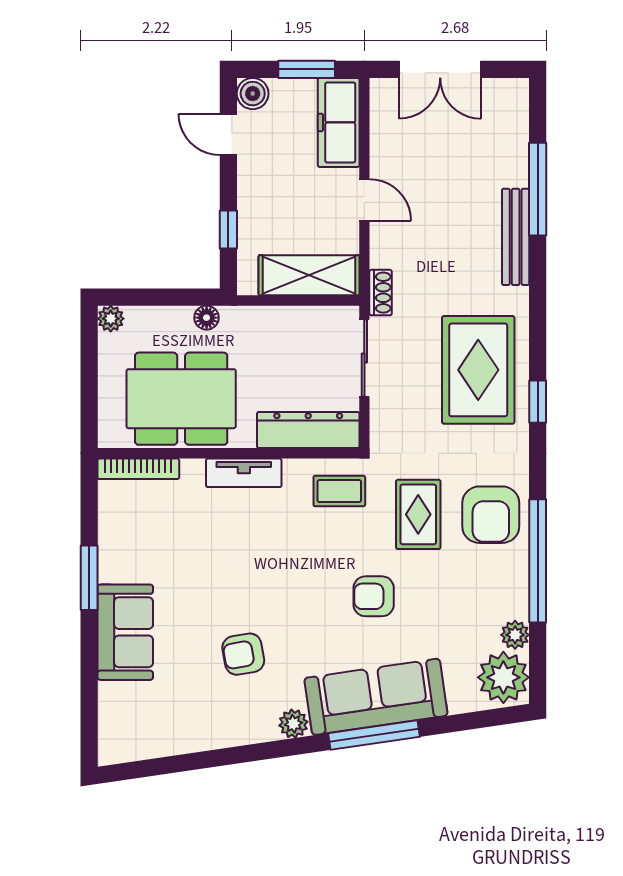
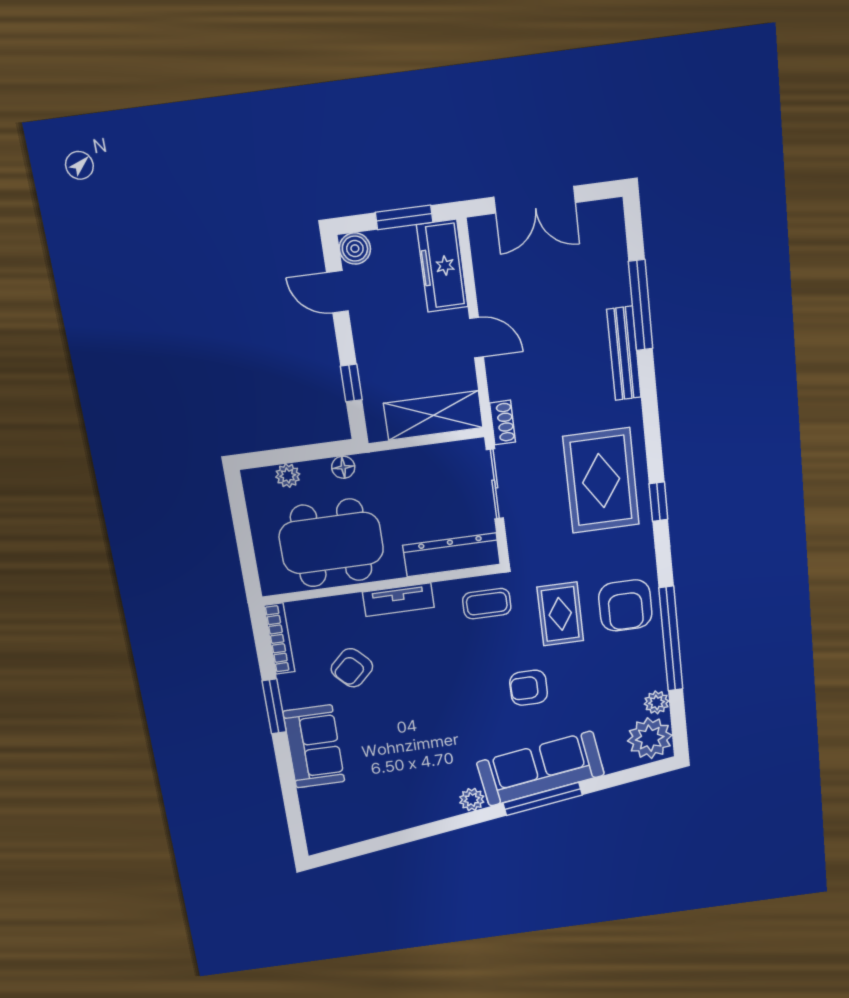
plant: (111, 319) -> (288, 476), moved
bookcase: (138, 469) -> (279, 639), moved, turned -90
armchair: (243, 654) -> (352, 668), moved, turned -34

